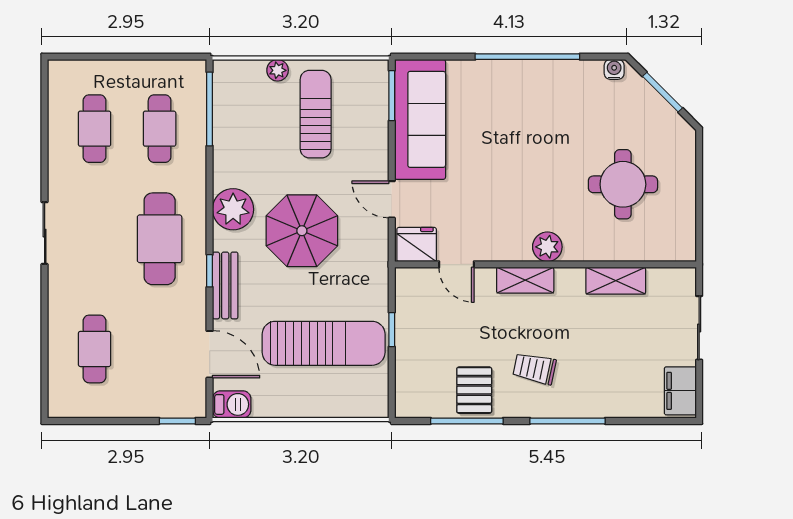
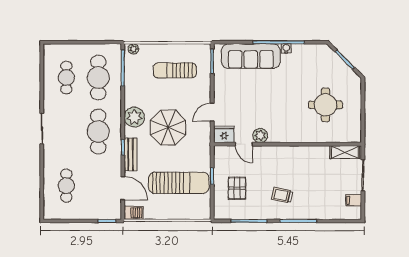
water cooler: (614, 69) -> (286, 48), moved
plant: (278, 70) -> (133, 49), moved
sun lounger: (316, 114) -> (175, 70), turned -90
sofa: (420, 119) -> (251, 56), moved, turned 90
cafe table: (160, 129) -> (98, 78), width x1.37, depth x1.35
door: (392, 199) -> (212, 112), hinge flipped
plant: (547, 247) -> (260, 135), moved
shelving: (525, 280) -> (278, 152), removed
shelving: (616, 281) -> (345, 152), moved
pallet: (474, 390) -> (237, 188), moved
filing cabinet: (680, 391) -> (354, 200), width x0.50

